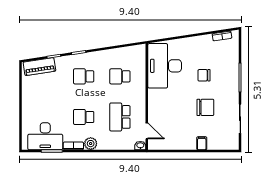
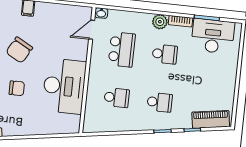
desk: (165, 66) -> (64, 86), moved
chair: (205, 107) -> (19, 50), turned -61
door: (147, 131) -> (92, 30), hinge flipped

